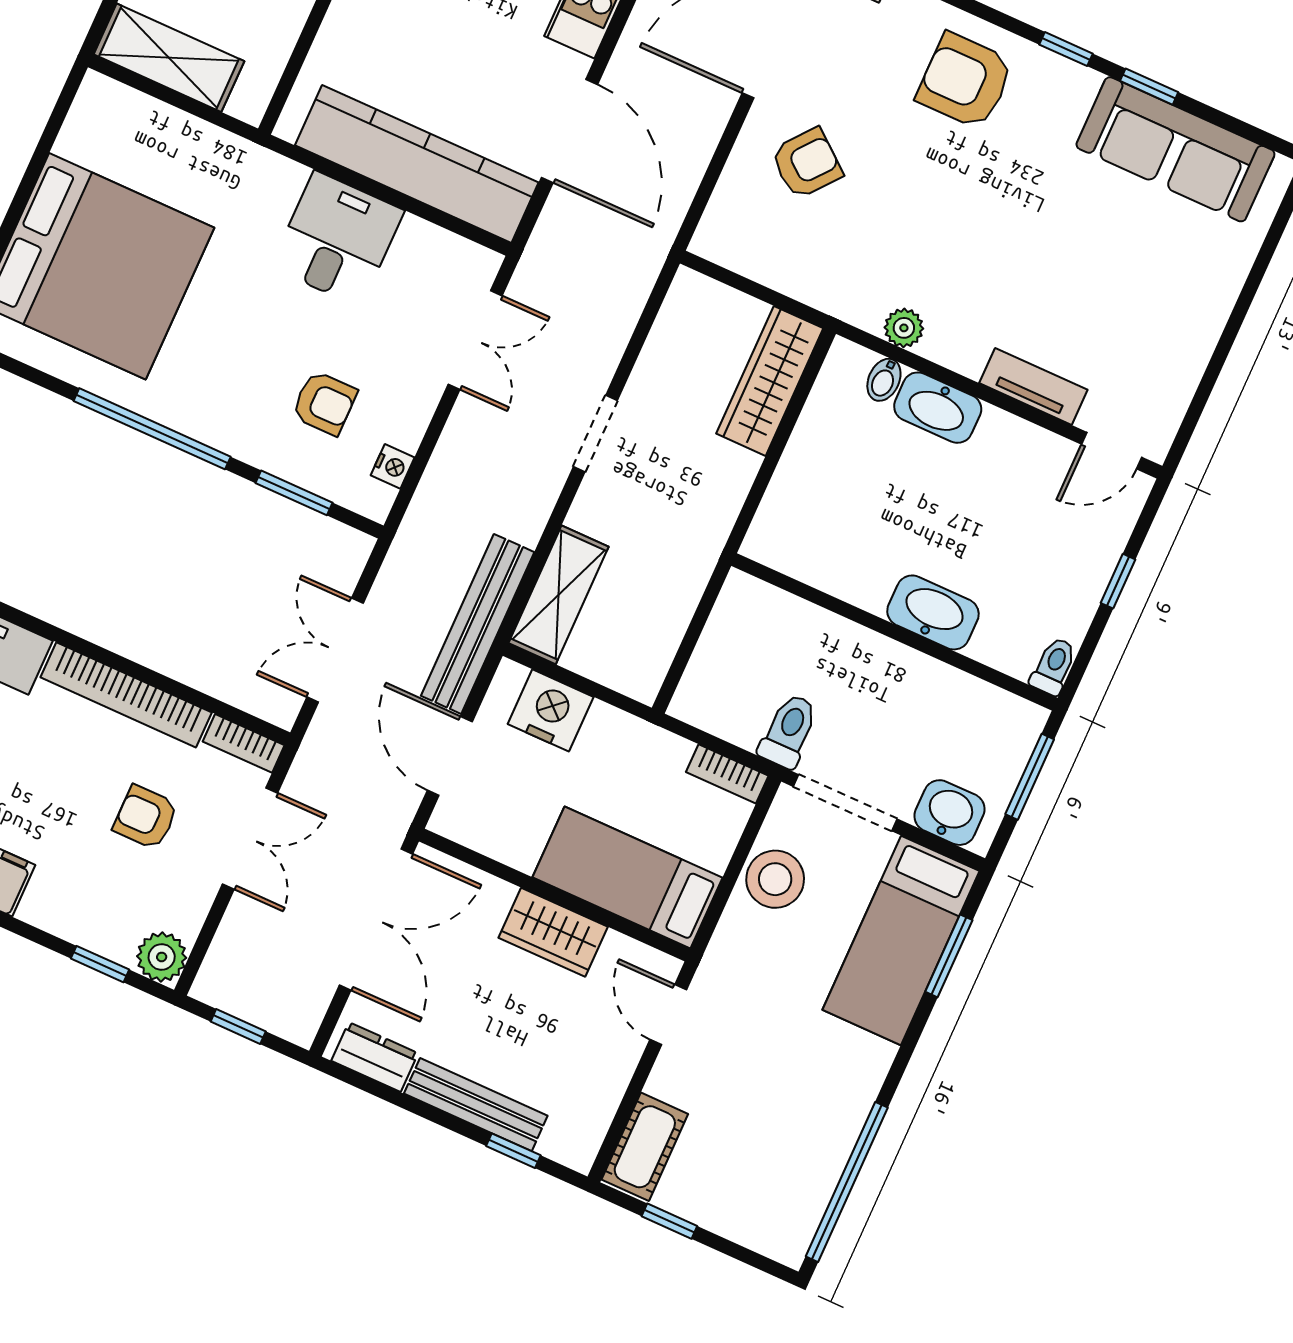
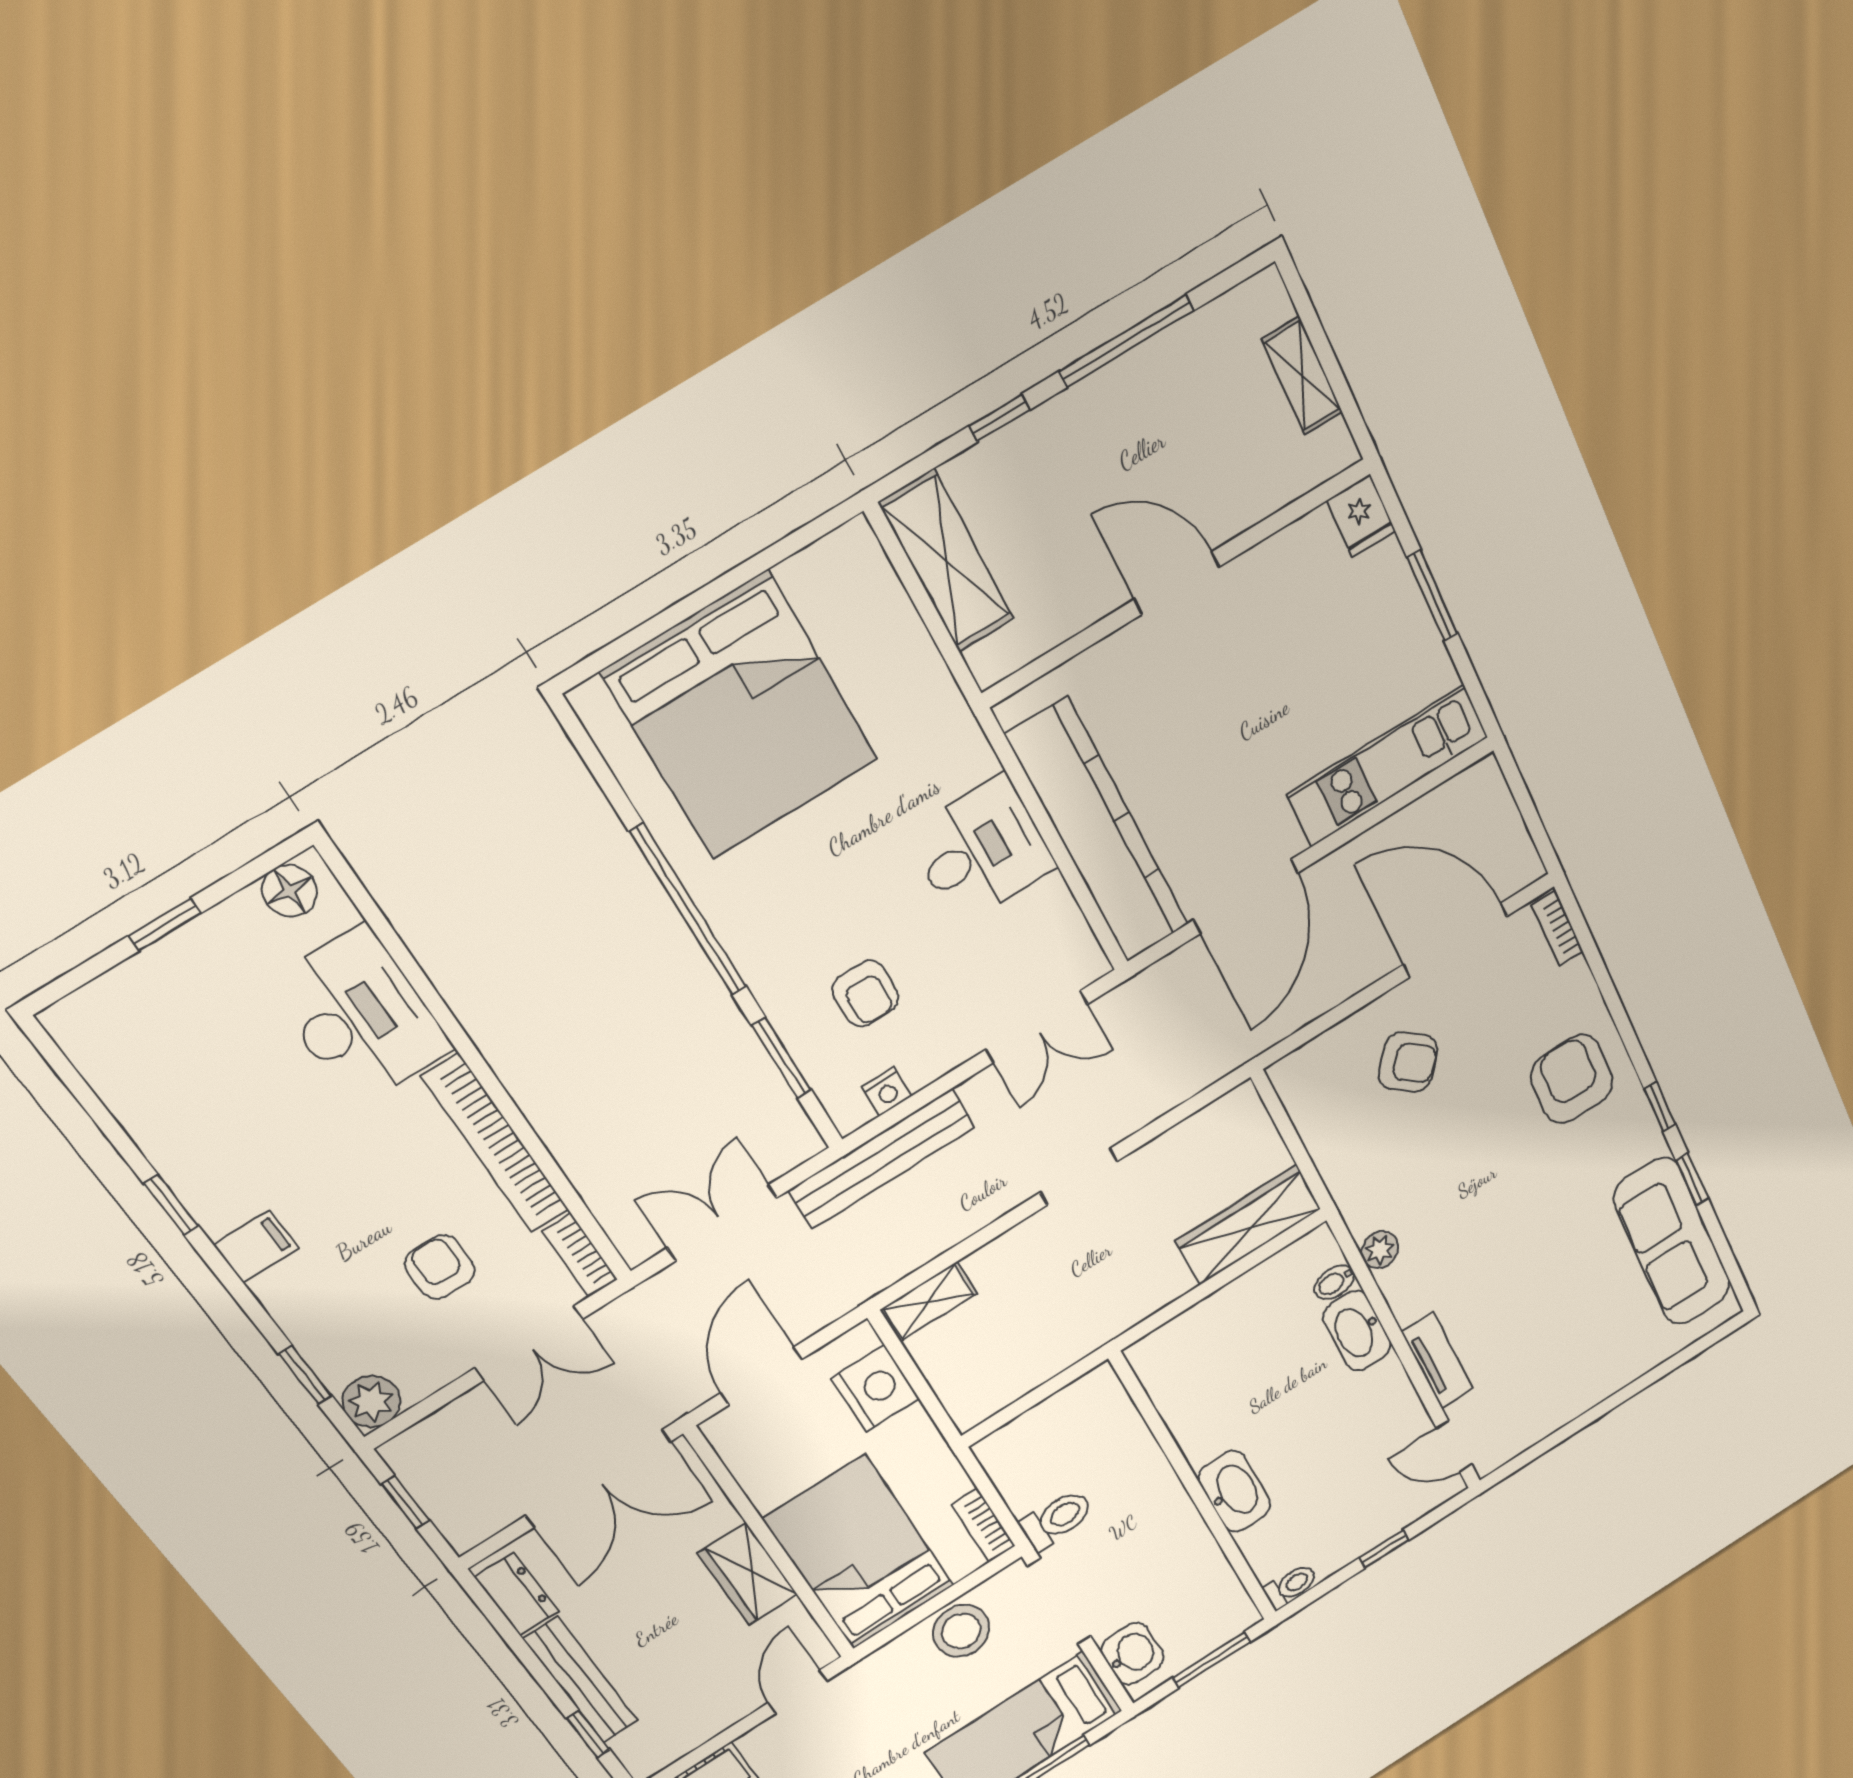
shelving: (559, 595) -> (928, 1302), width x0.67, depth x0.75
bench: (478, 624) -> (882, 1159), moved
bed: (627, 878) -> (859, 1553), width x1.50

